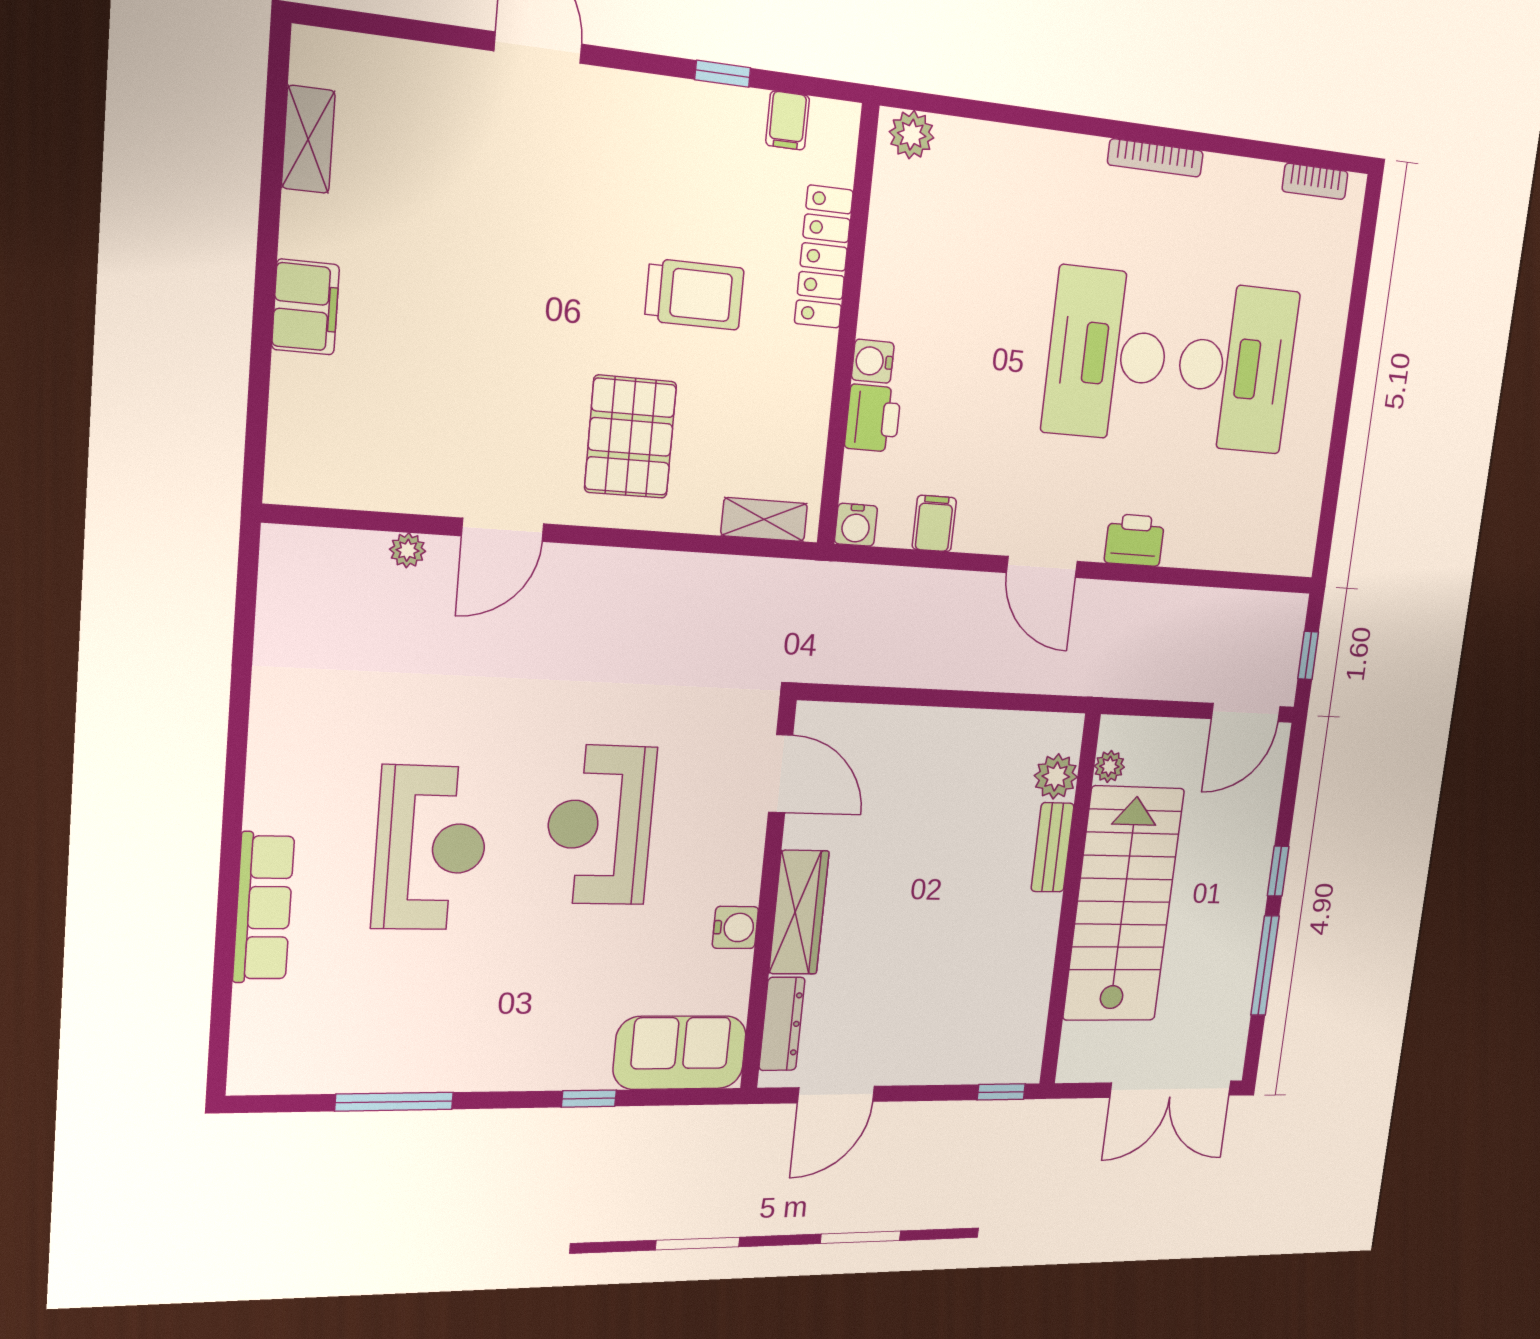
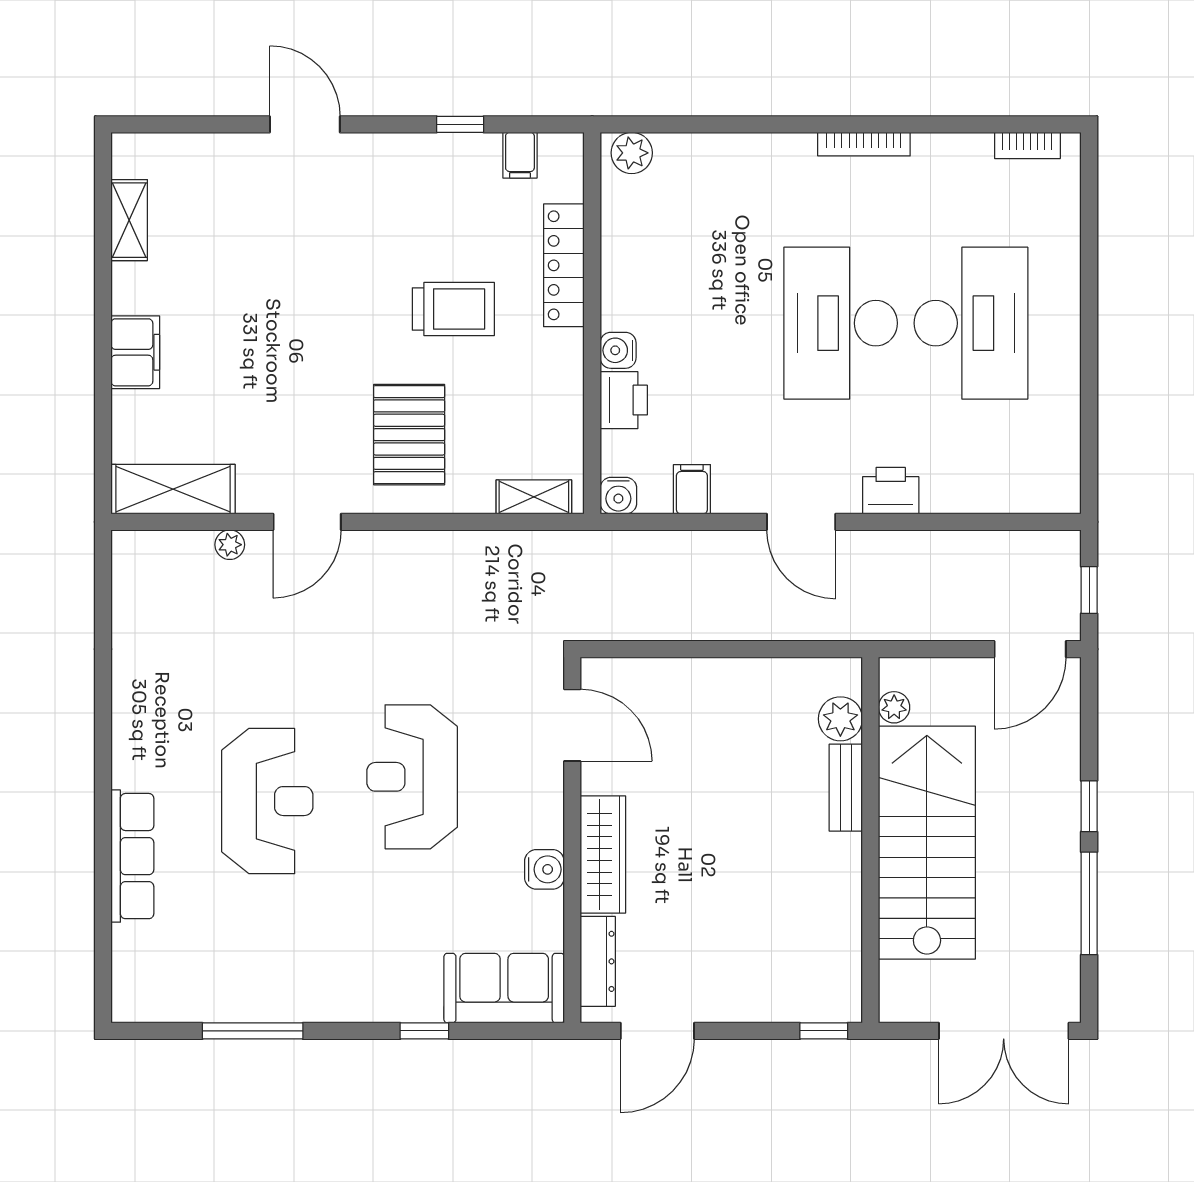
shelving: (342, 479) -> (173, 489), added

